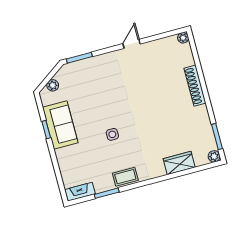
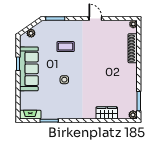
door: (132, 44) -> (95, 19), hinge flipped
shoe rack: (195, 86) -> (133, 48), moved
sofa: (60, 125) -> (29, 69), width x1.36
coffee table: (125, 177) -> (66, 47), moved

